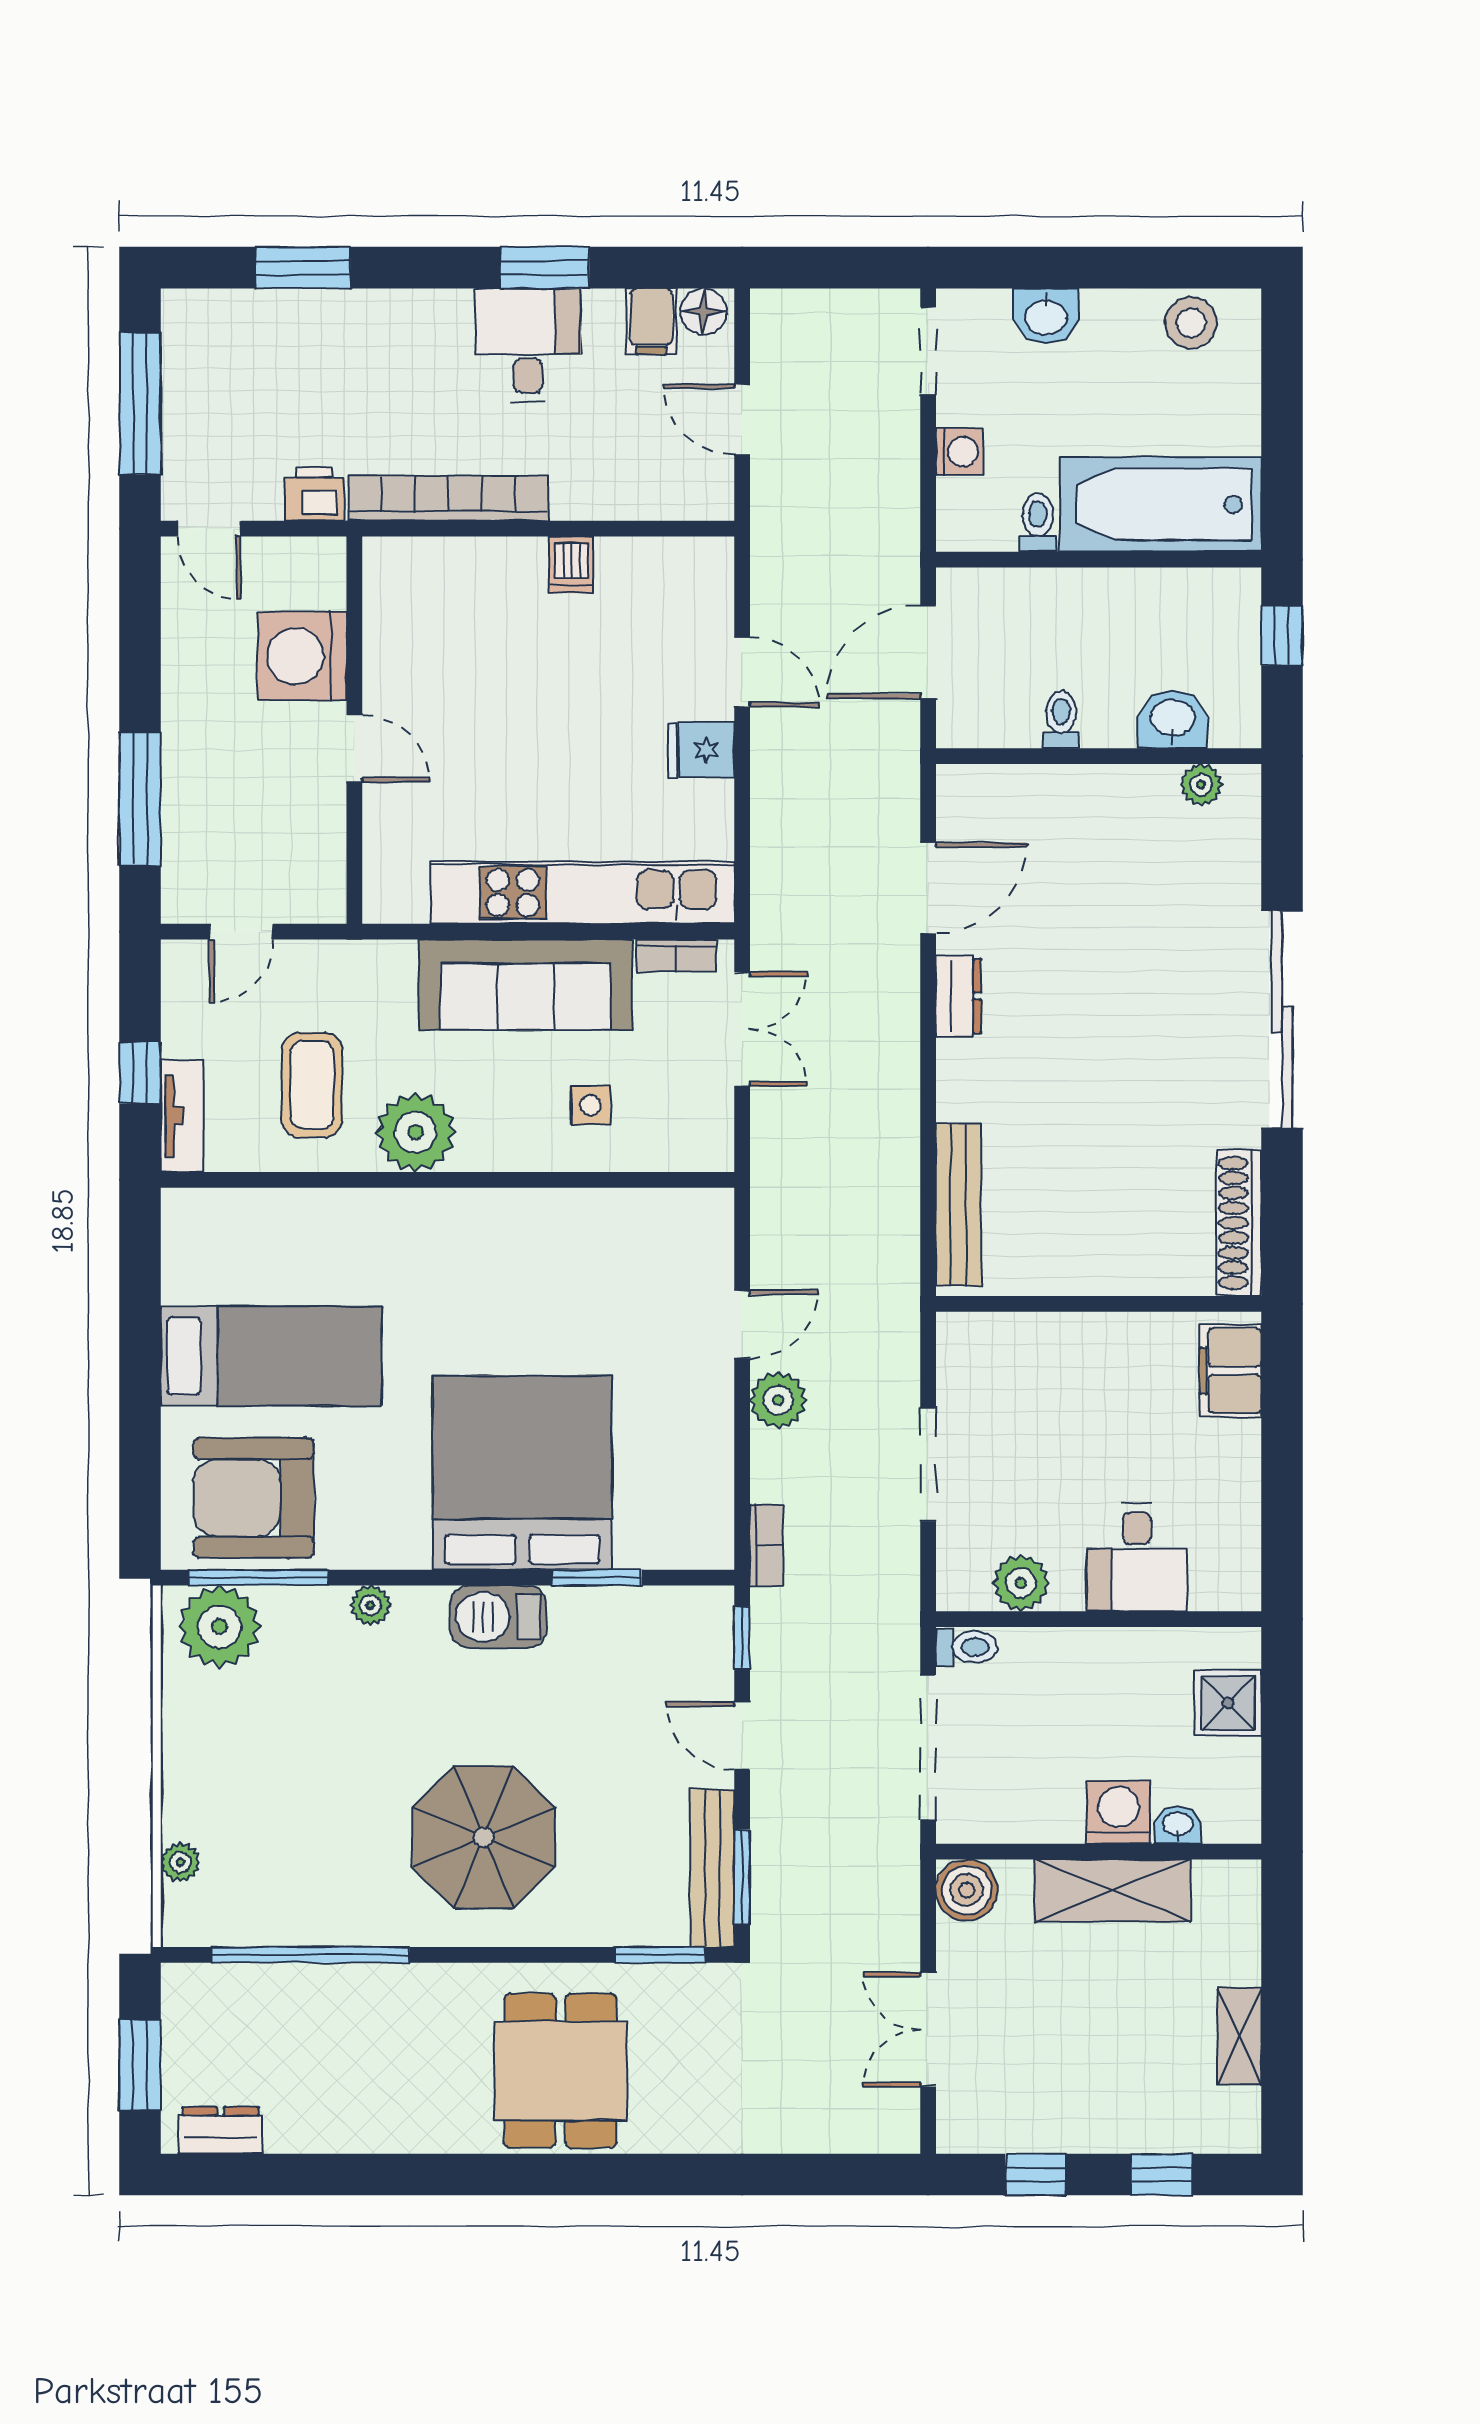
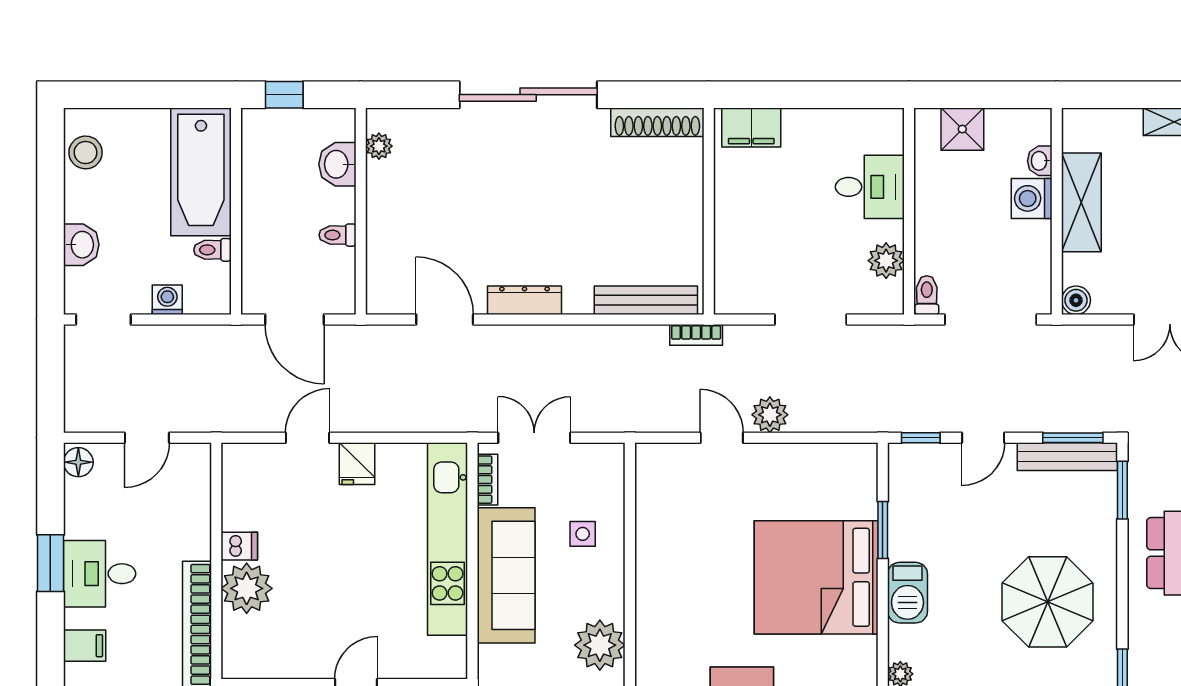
filing cabinet: (651, 321) -> (85, 646), moved
plant: (505, 576) -> (247, 588), added
dresser: (959, 996) -> (524, 300), width x1.44
bookcase: (766, 1545) -> (696, 335), moved, turned 180
boiler: (967, 1890) -> (1076, 300), width x0.73, depth x0.73

